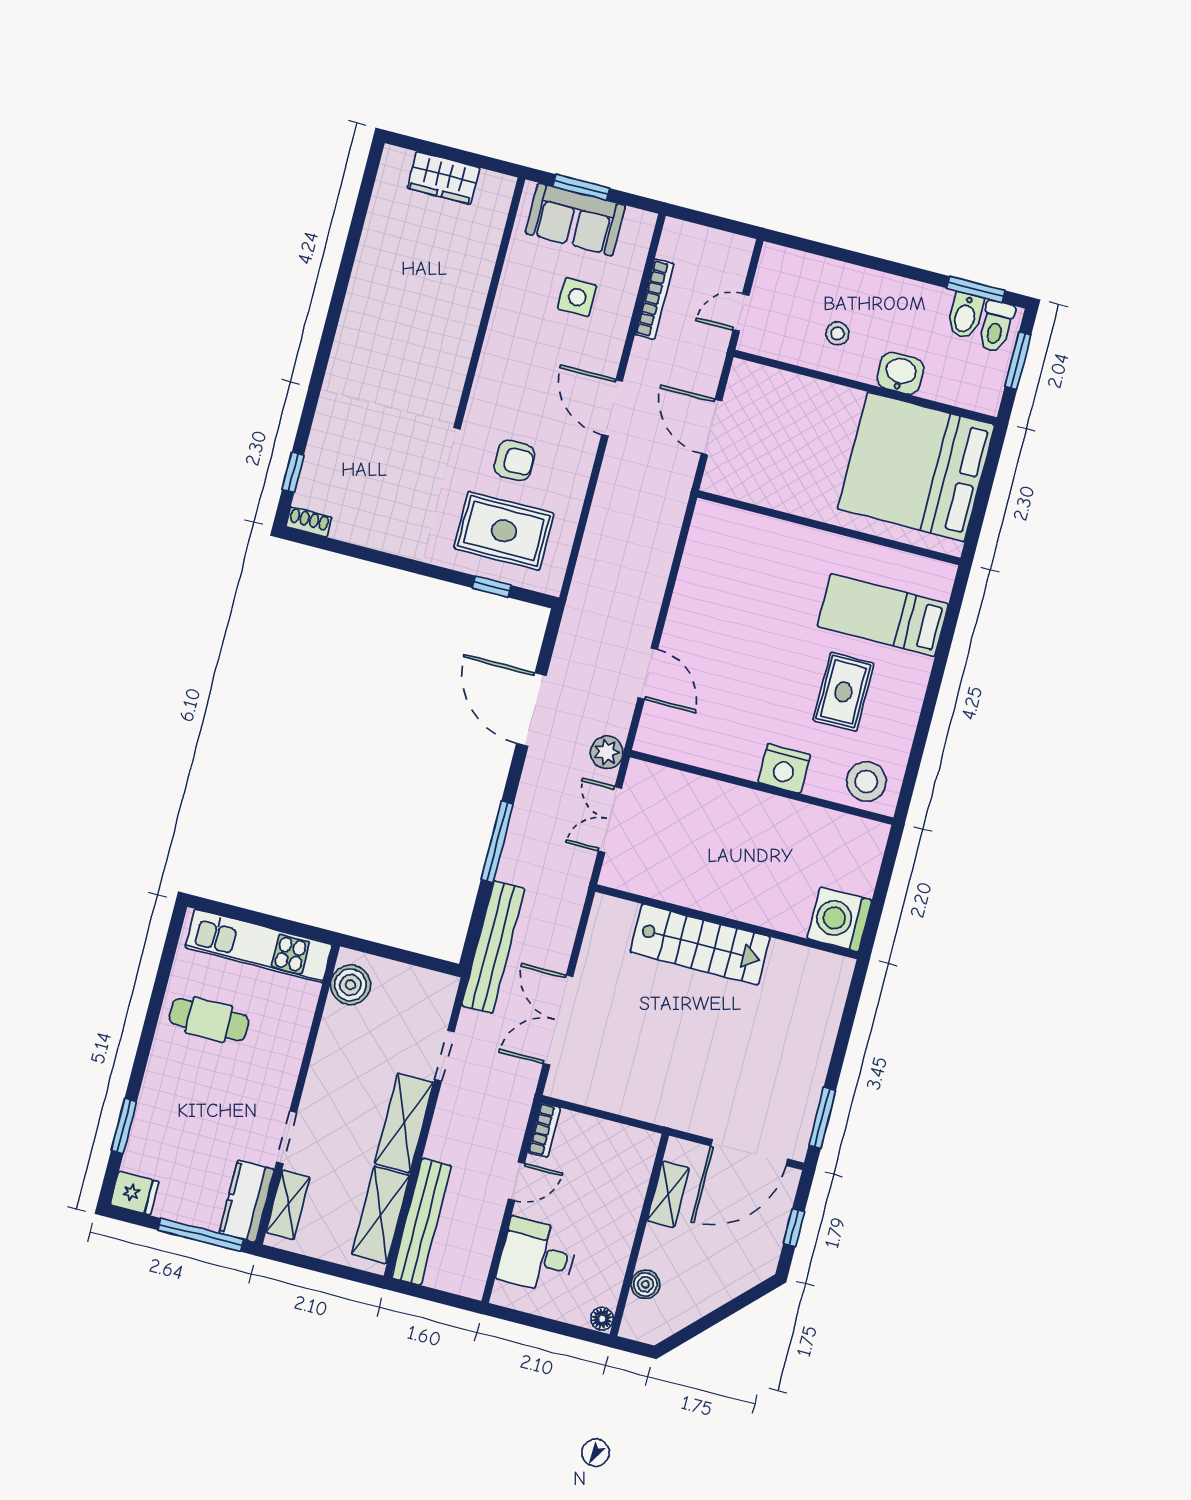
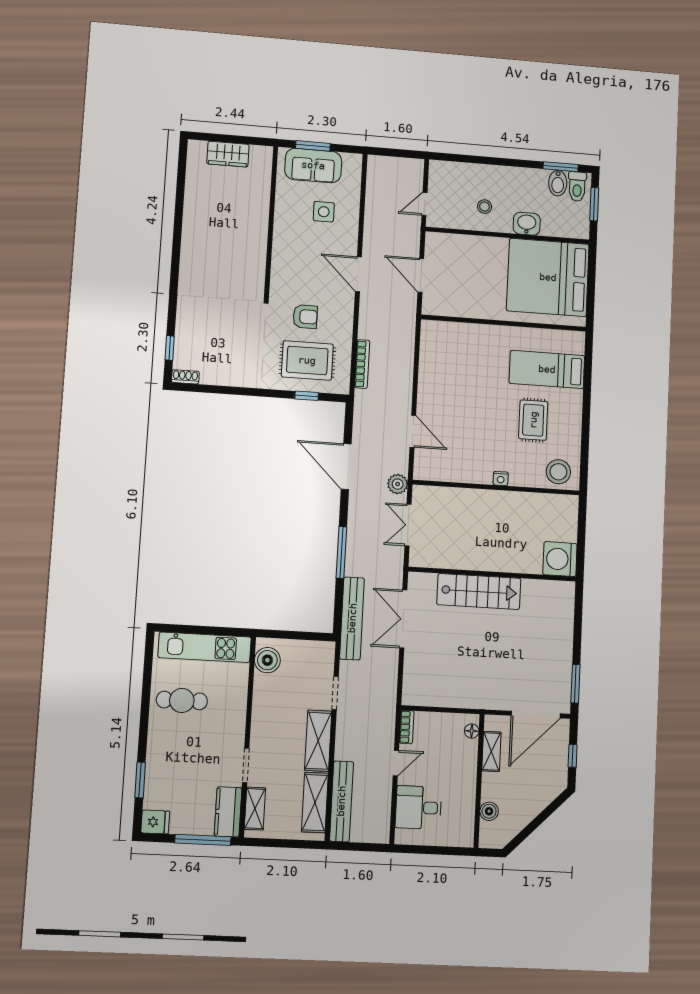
bookcase: (655, 299) -> (362, 364), moved
nightstand: (784, 769) -> (501, 479), width x0.53, depth x0.56
double door: (558, 1020) -> (403, 619), moved
floor lamp: (602, 1319) -> (472, 731), moved

